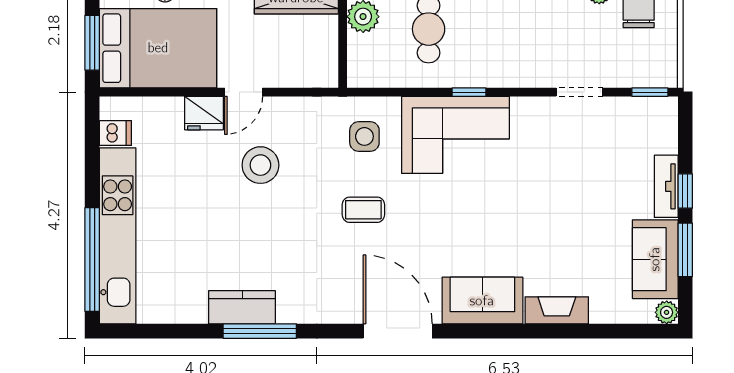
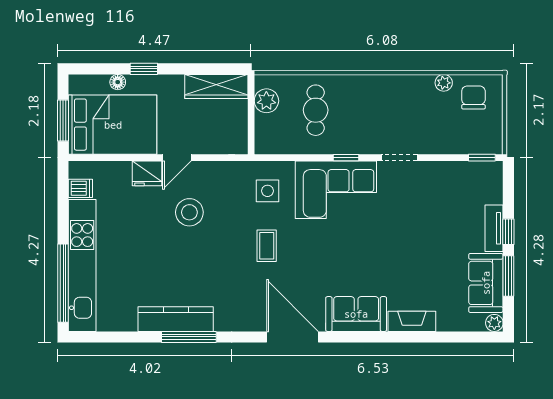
doorway: (580, 92) -> (399, 158), moved
coffee table: (363, 210) -> (267, 246), turned 90
kitchen counter: (242, 307) -> (176, 319), width x1.50

